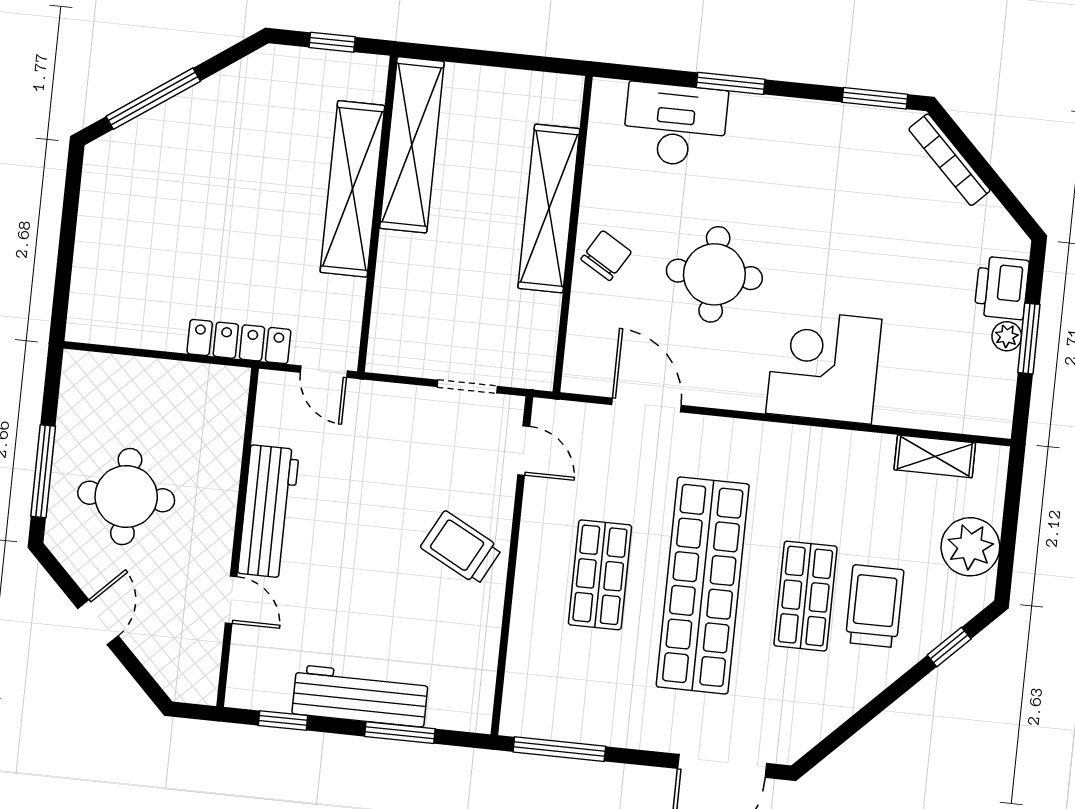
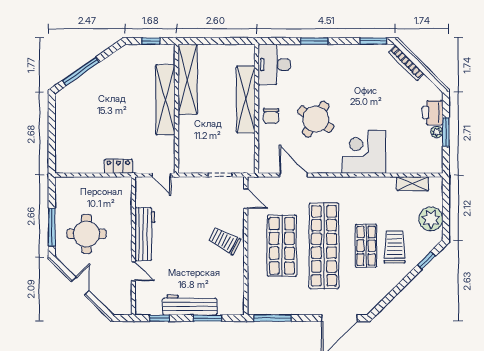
desk: (675, 125) -> (274, 65), moved, turned -90
chair: (606, 256) -> (271, 116), turned 149
round table: (714, 274) -> (316, 119), turned 32
locker: (239, 342) -> (118, 166), width x0.66
shop shelf: (600, 575) -> (282, 246), width x1.43, depth x1.36

